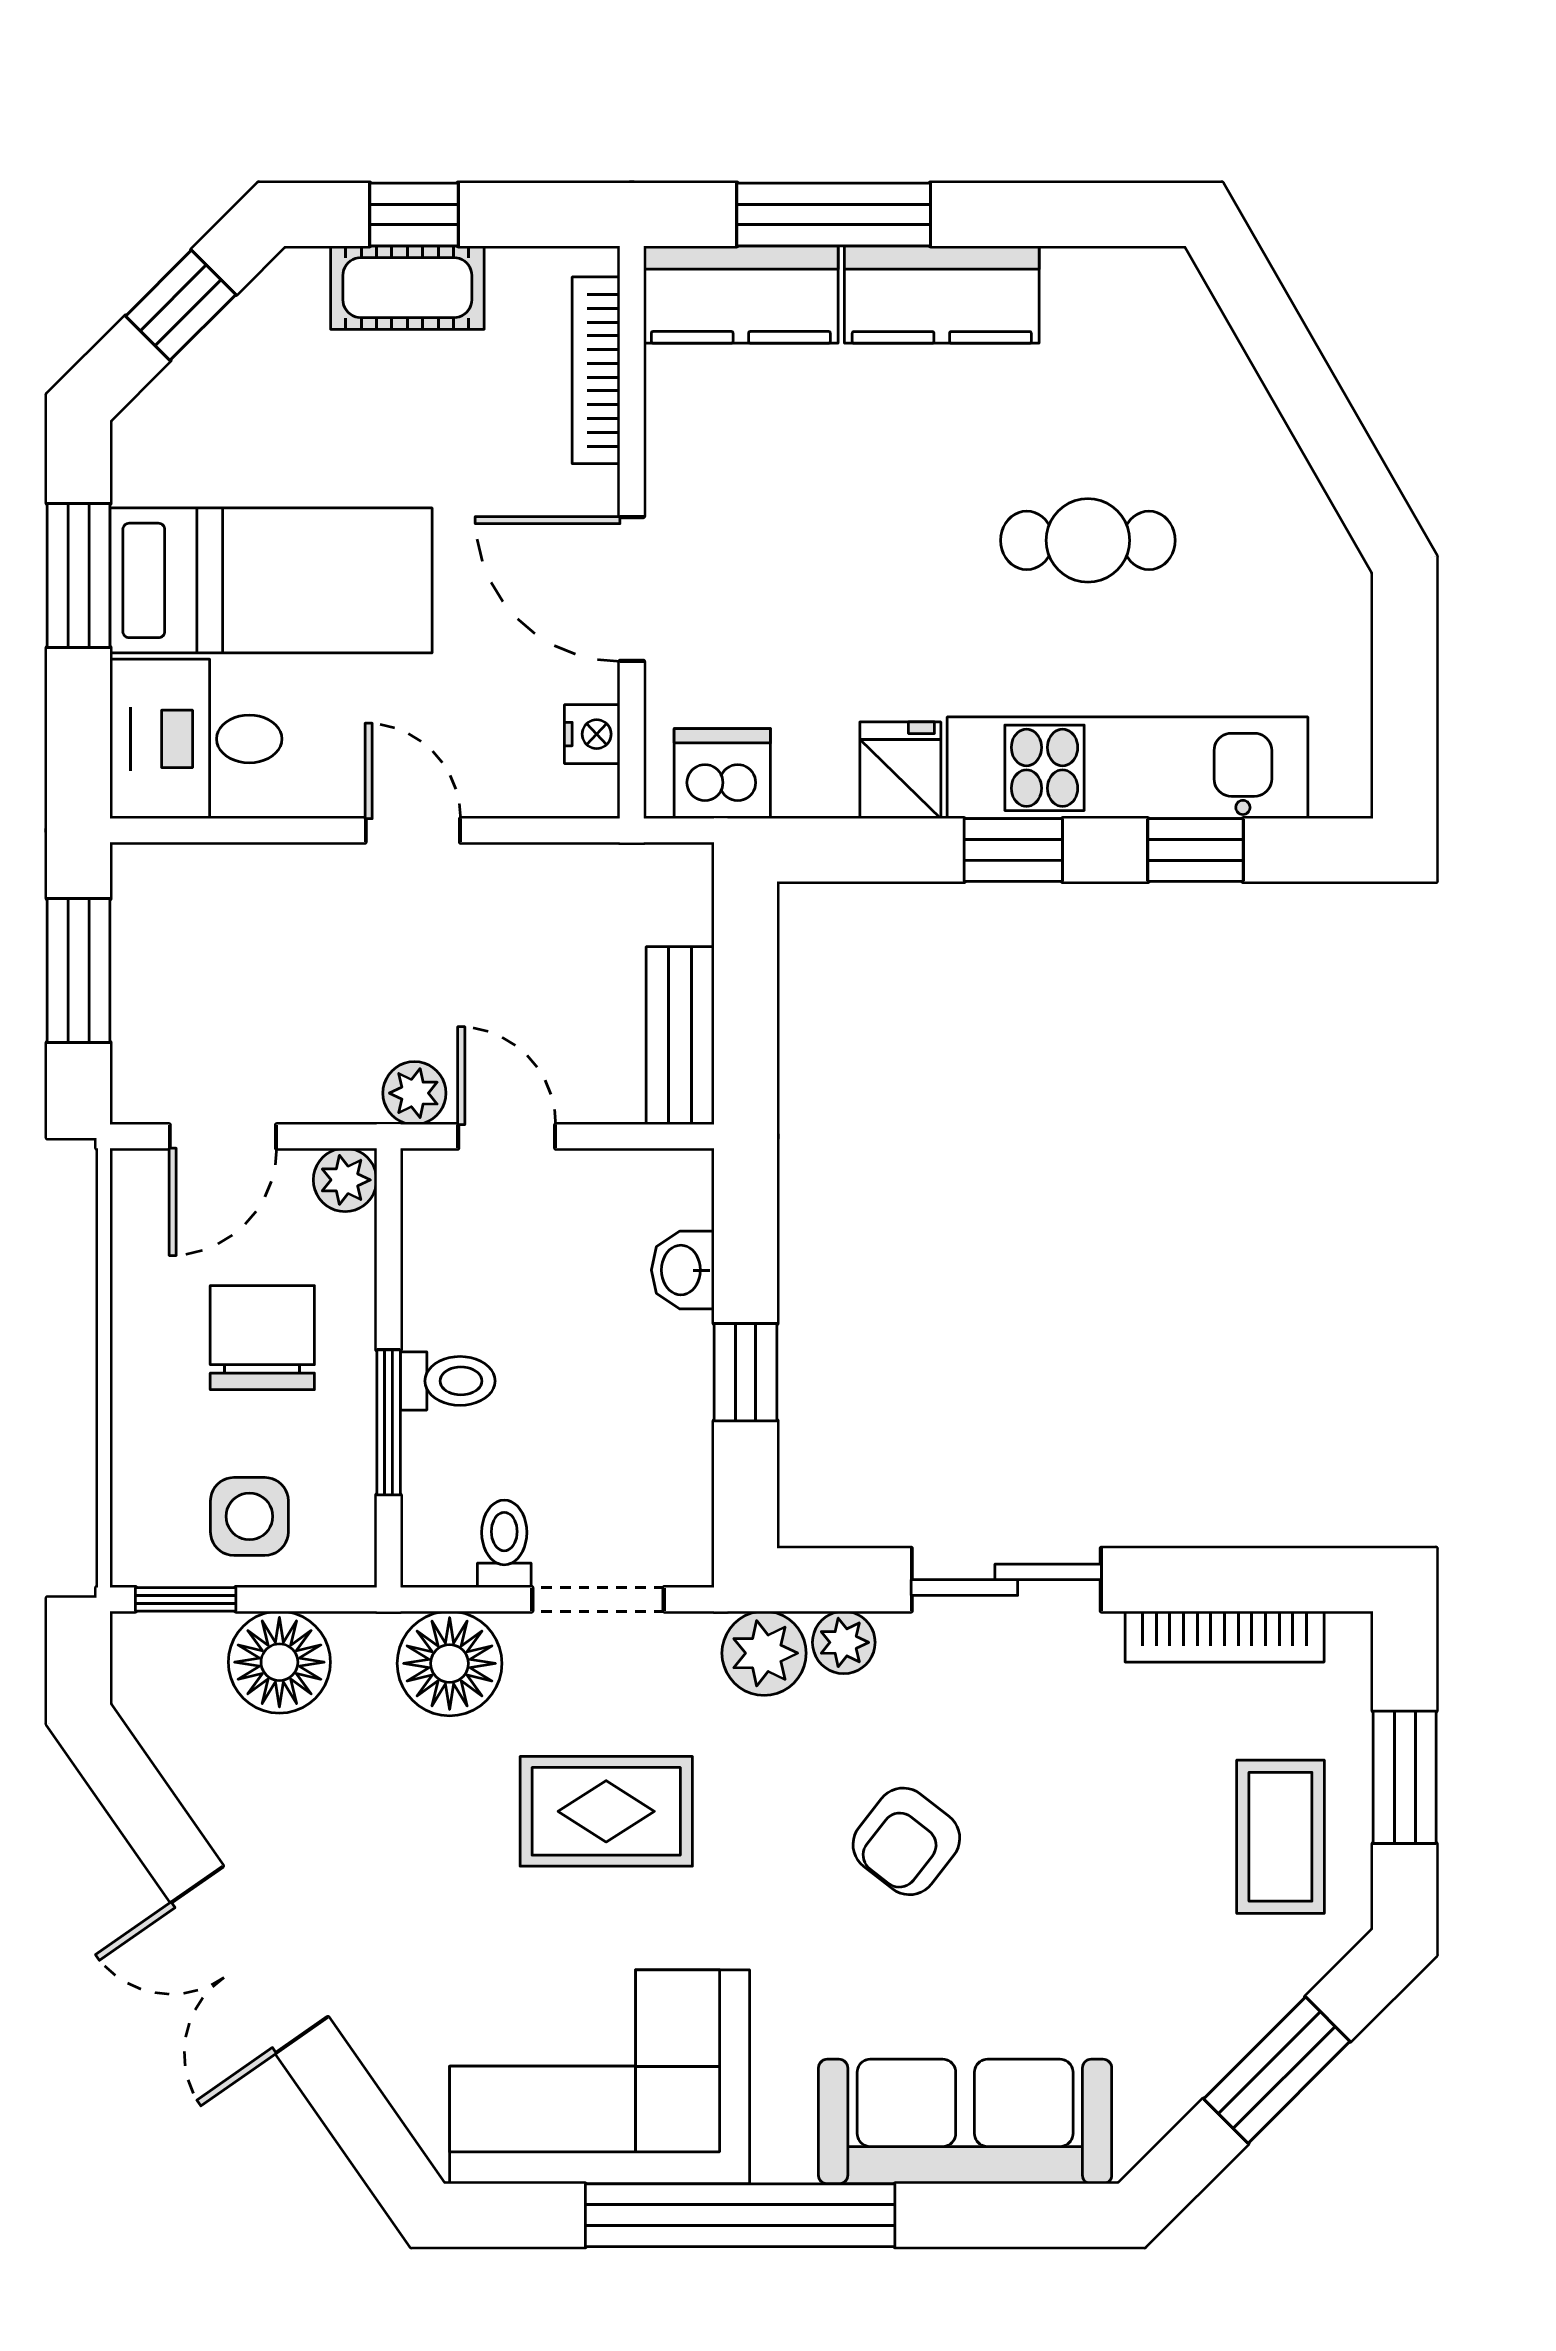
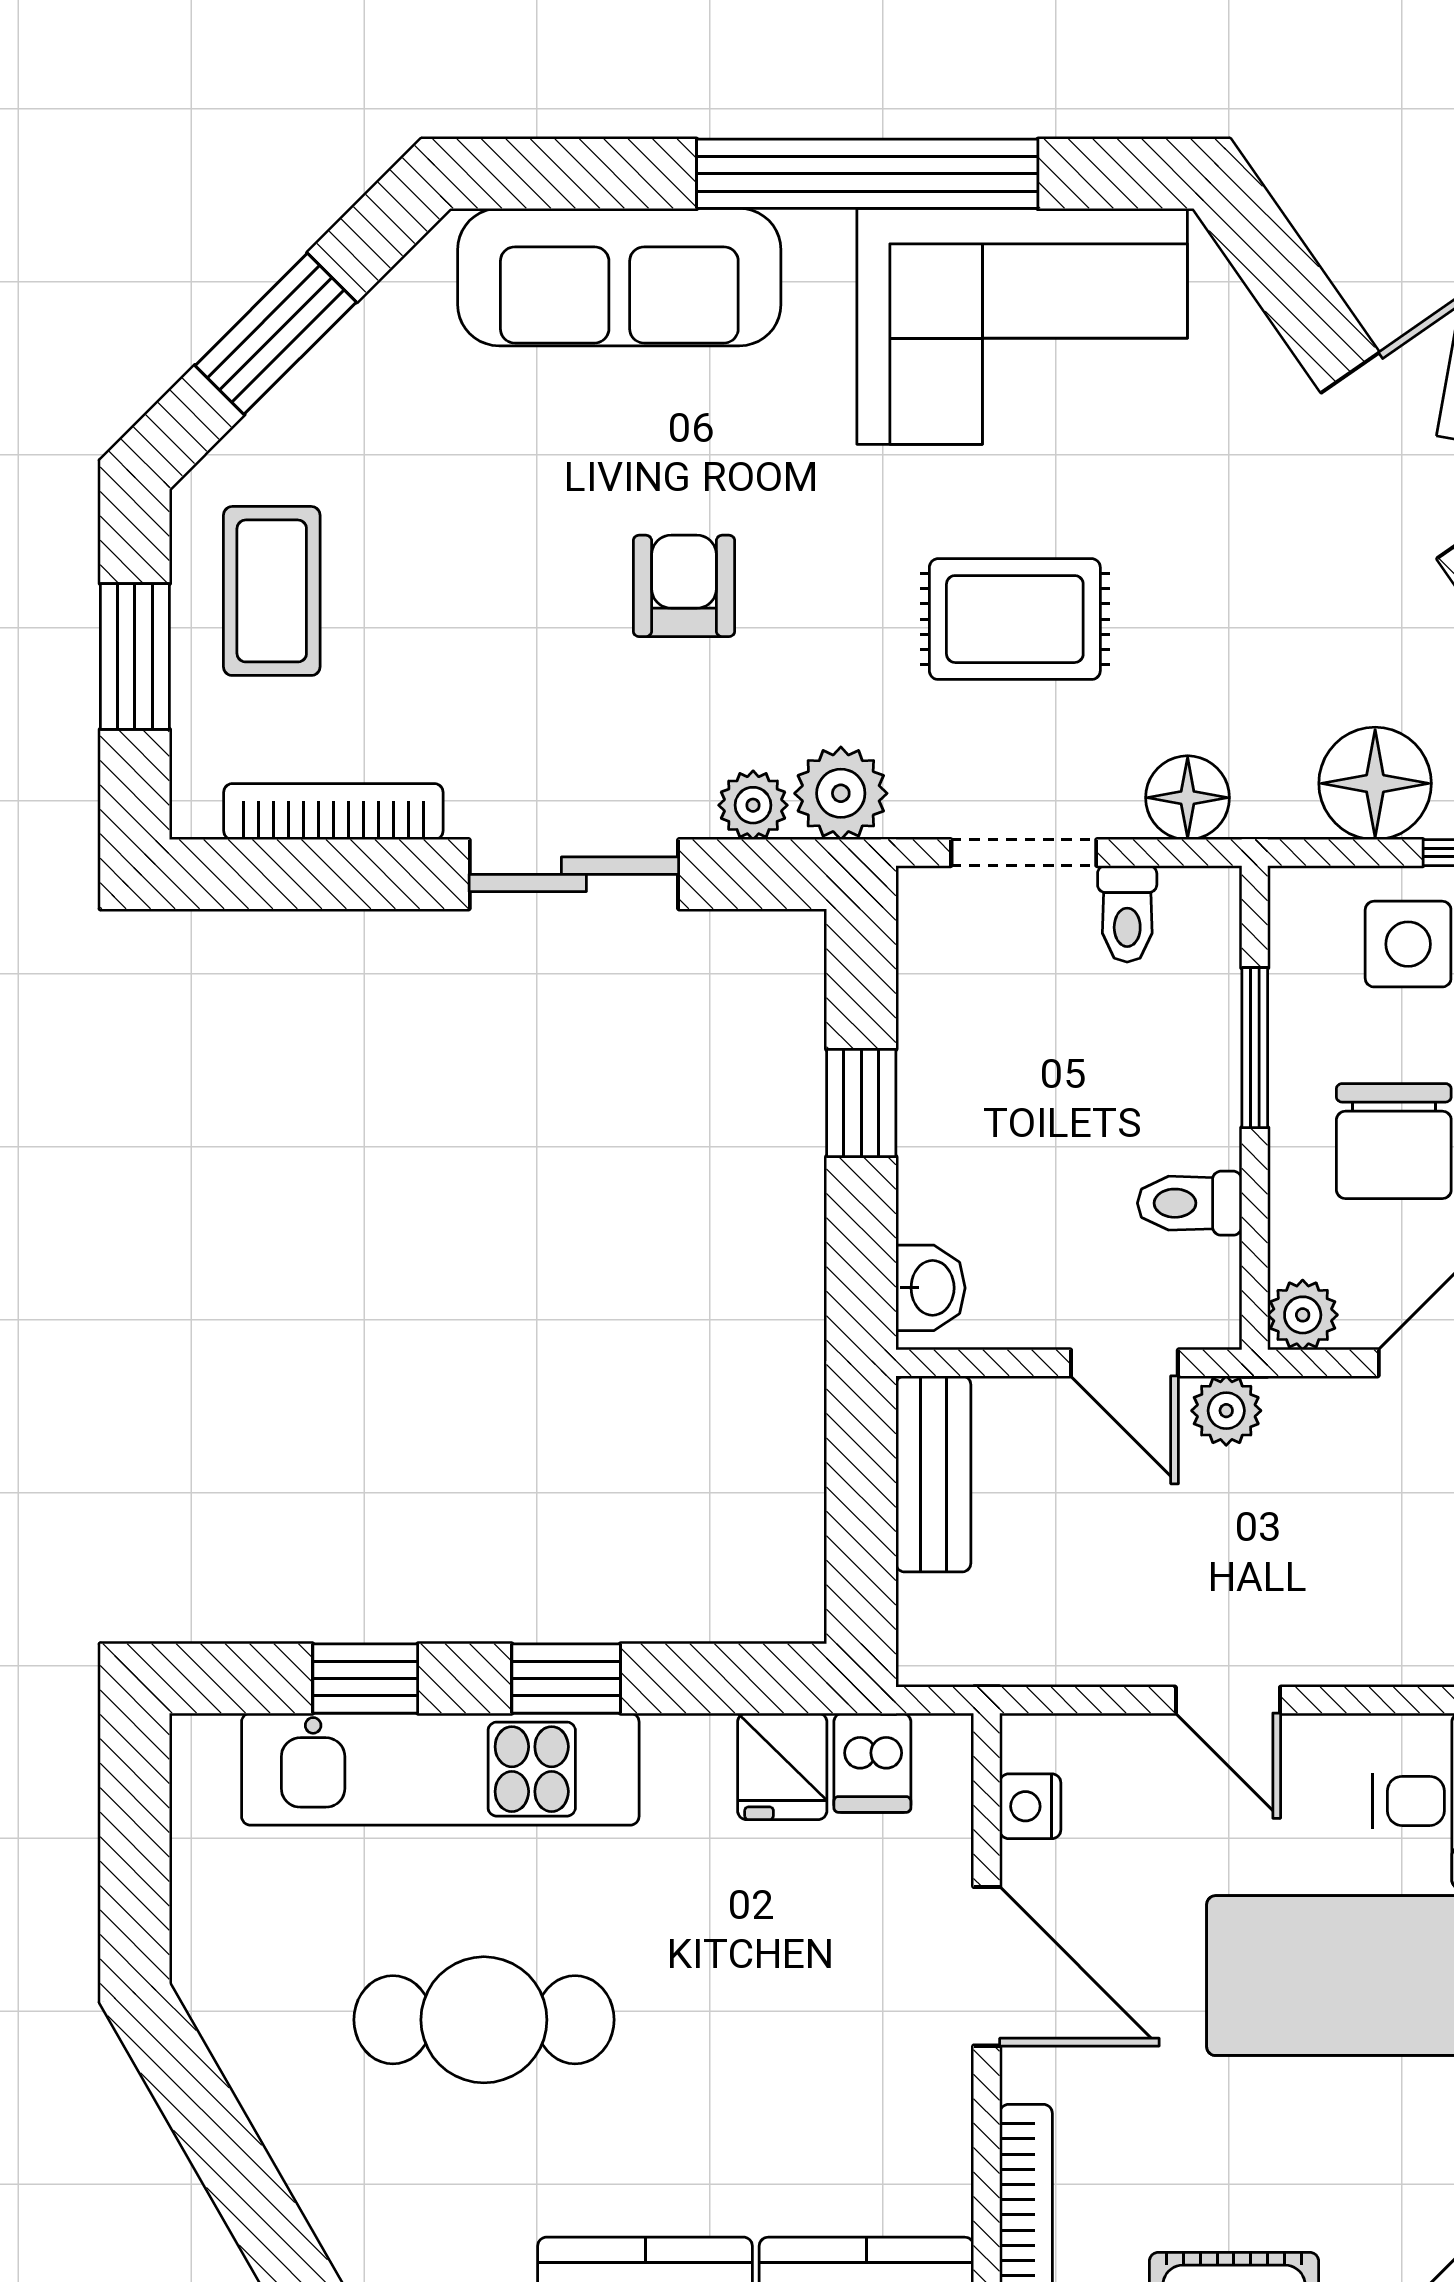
cafe table: (1088, 540) -> (484, 2020), width x1.37, depth x1.35
fridge: (900, 770) -> (782, 1766), moved
dishwasher: (722, 774) -> (872, 1763), width x0.73
washbasin: (683, 1270) -> (930, 1288), moved
toilet: (448, 1381) -> (1190, 1203), moved
floor lamp: (450, 1663) -> (1188, 798), width x0.73, depth x0.73
armchair: (906, 1841) -> (684, 586), turned -38

